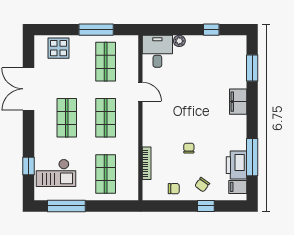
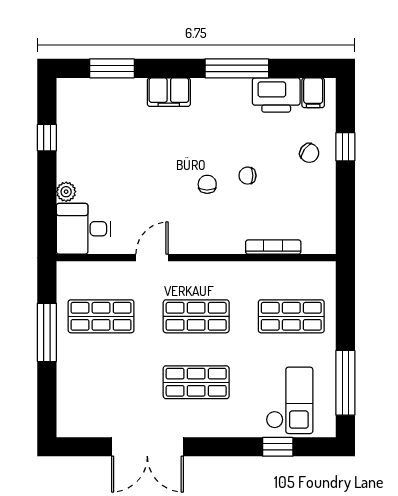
display table: (59, 48) -> (78, 396), removed
window: (252, 157) -> (237, 68), moved
chair: (174, 189) -> (207, 184), moved

